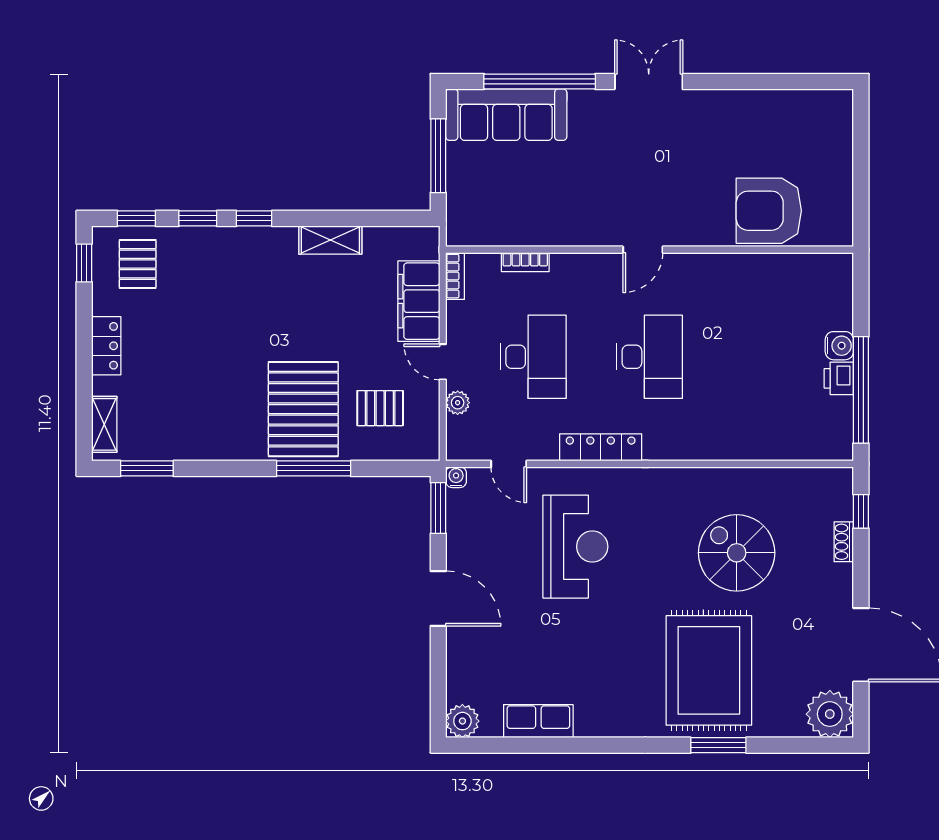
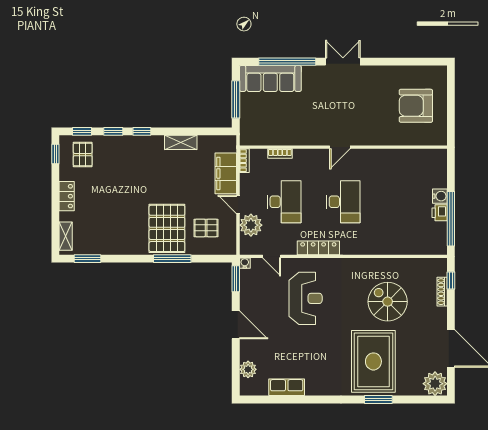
armchair: (769, 211) -> (416, 106), moved
plant: (458, 403) -> (251, 225), width x1.87, depth x1.87
shoe rack: (844, 542) -> (442, 292), width x1.43
plant: (462, 721) -> (248, 369), moved

